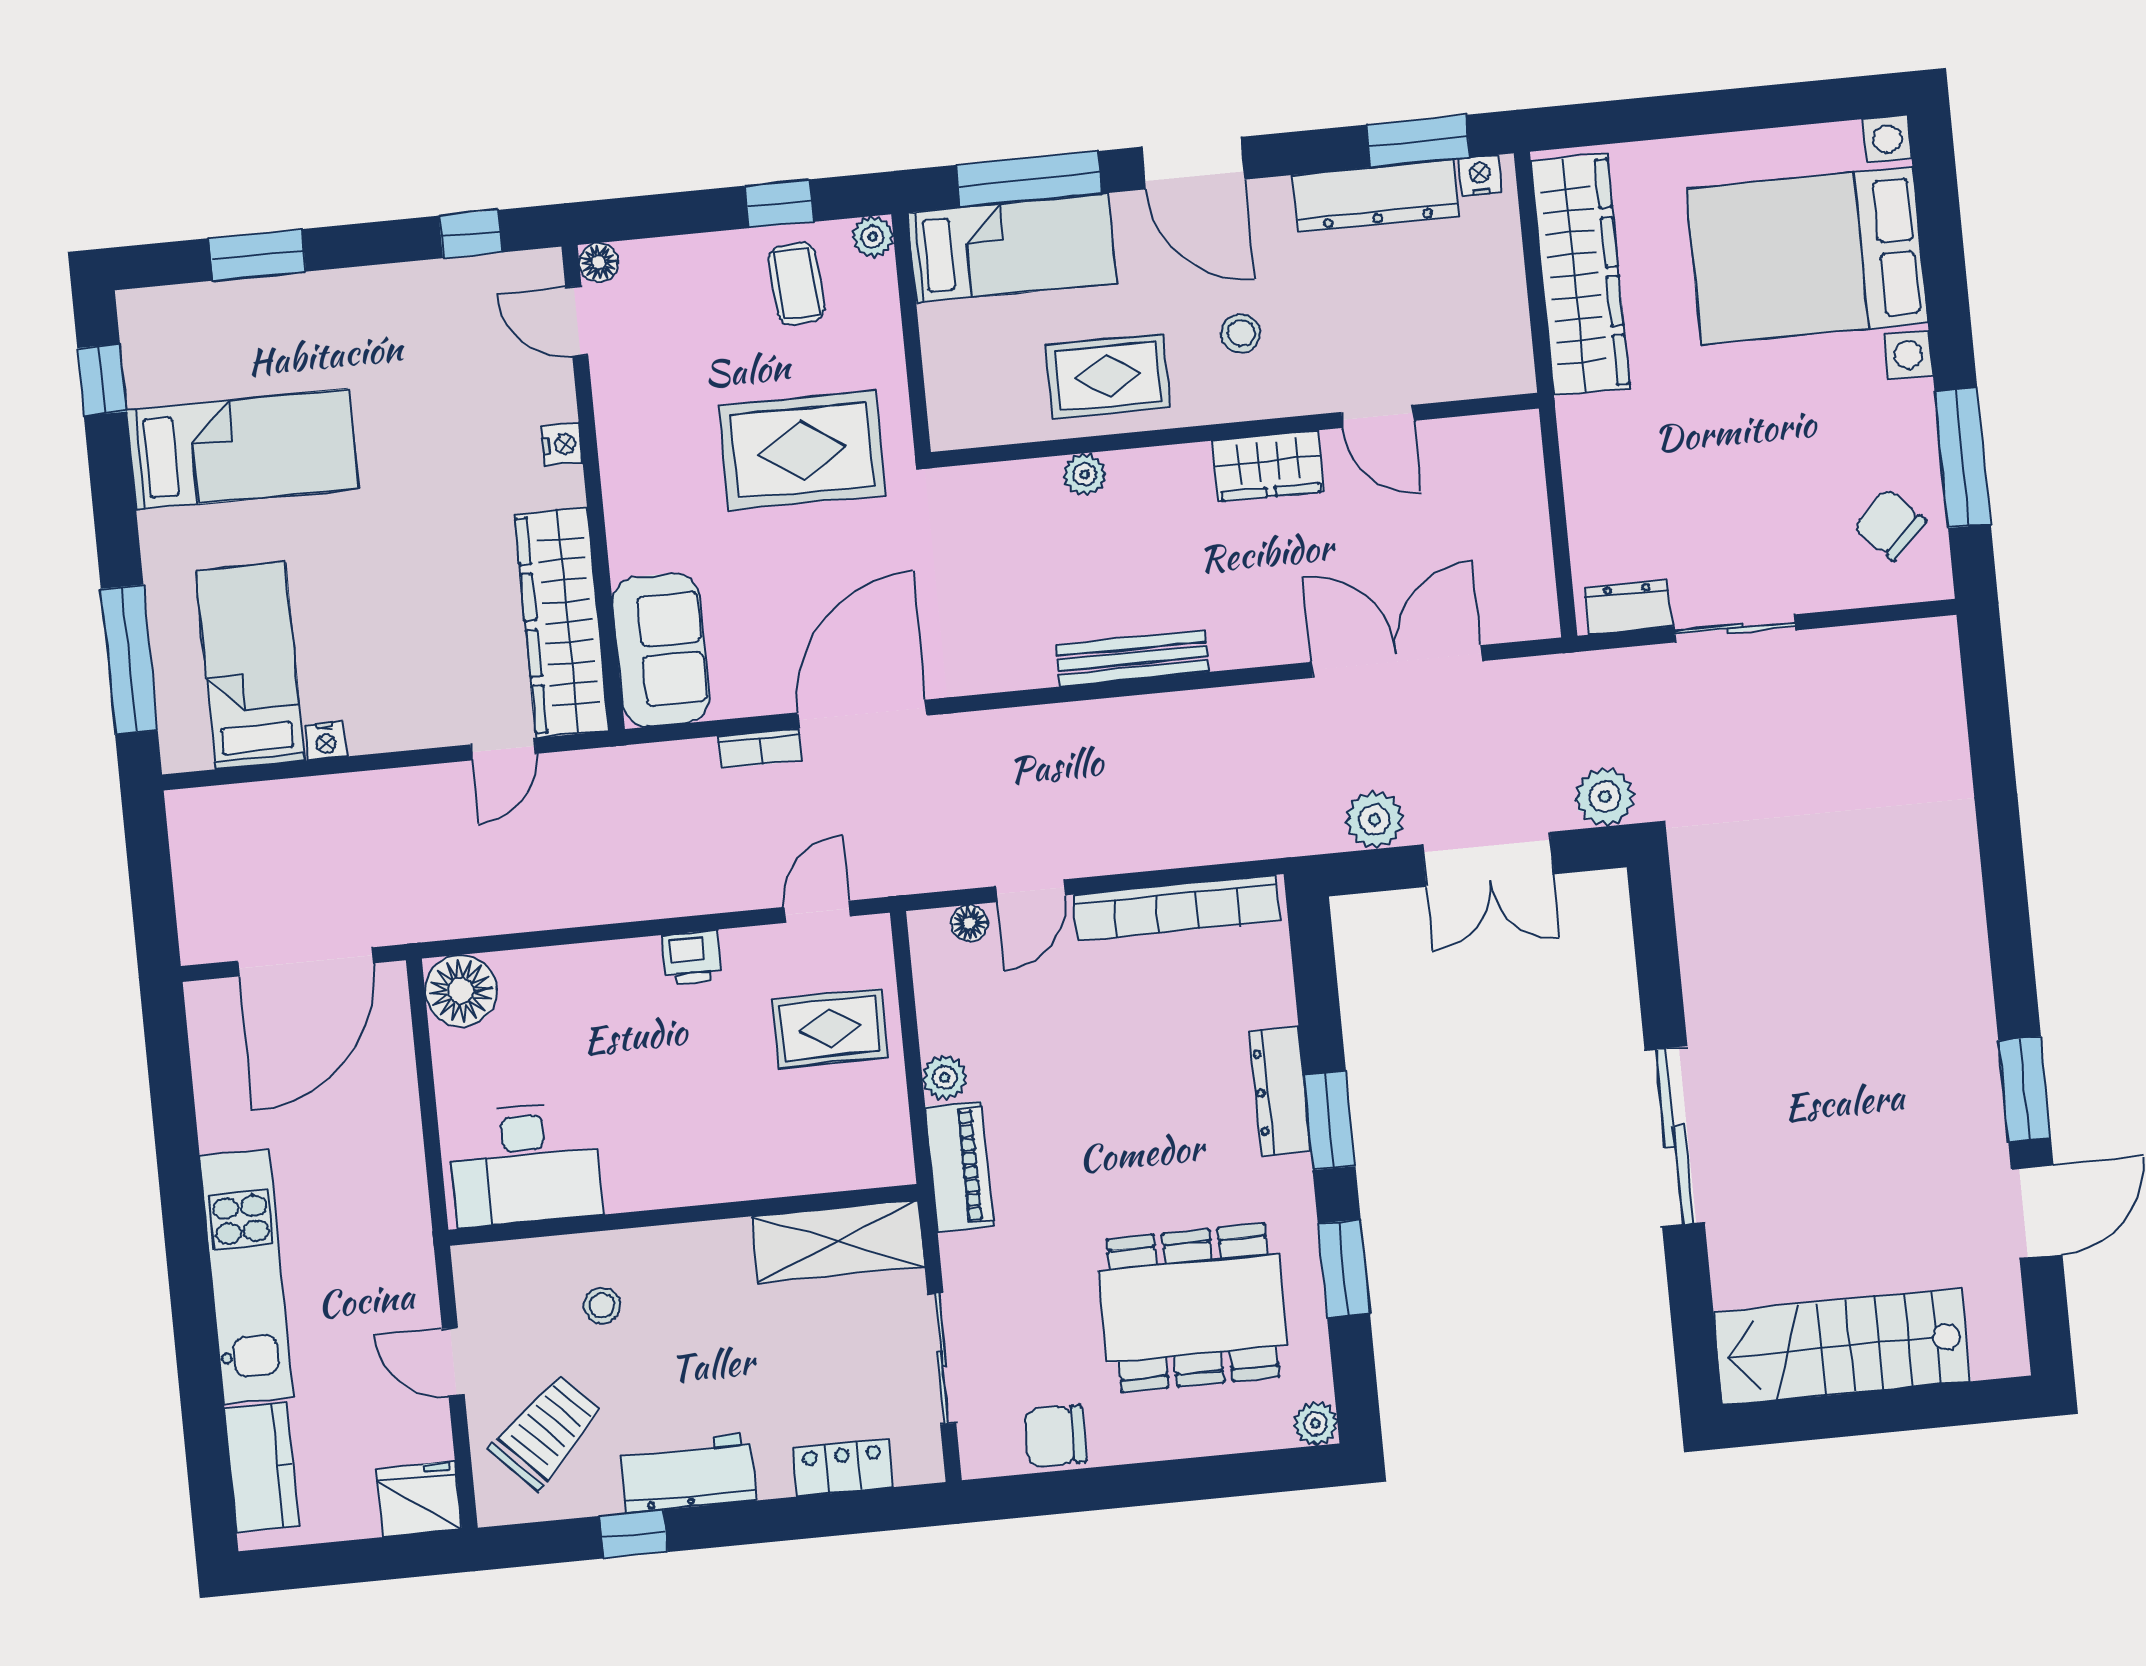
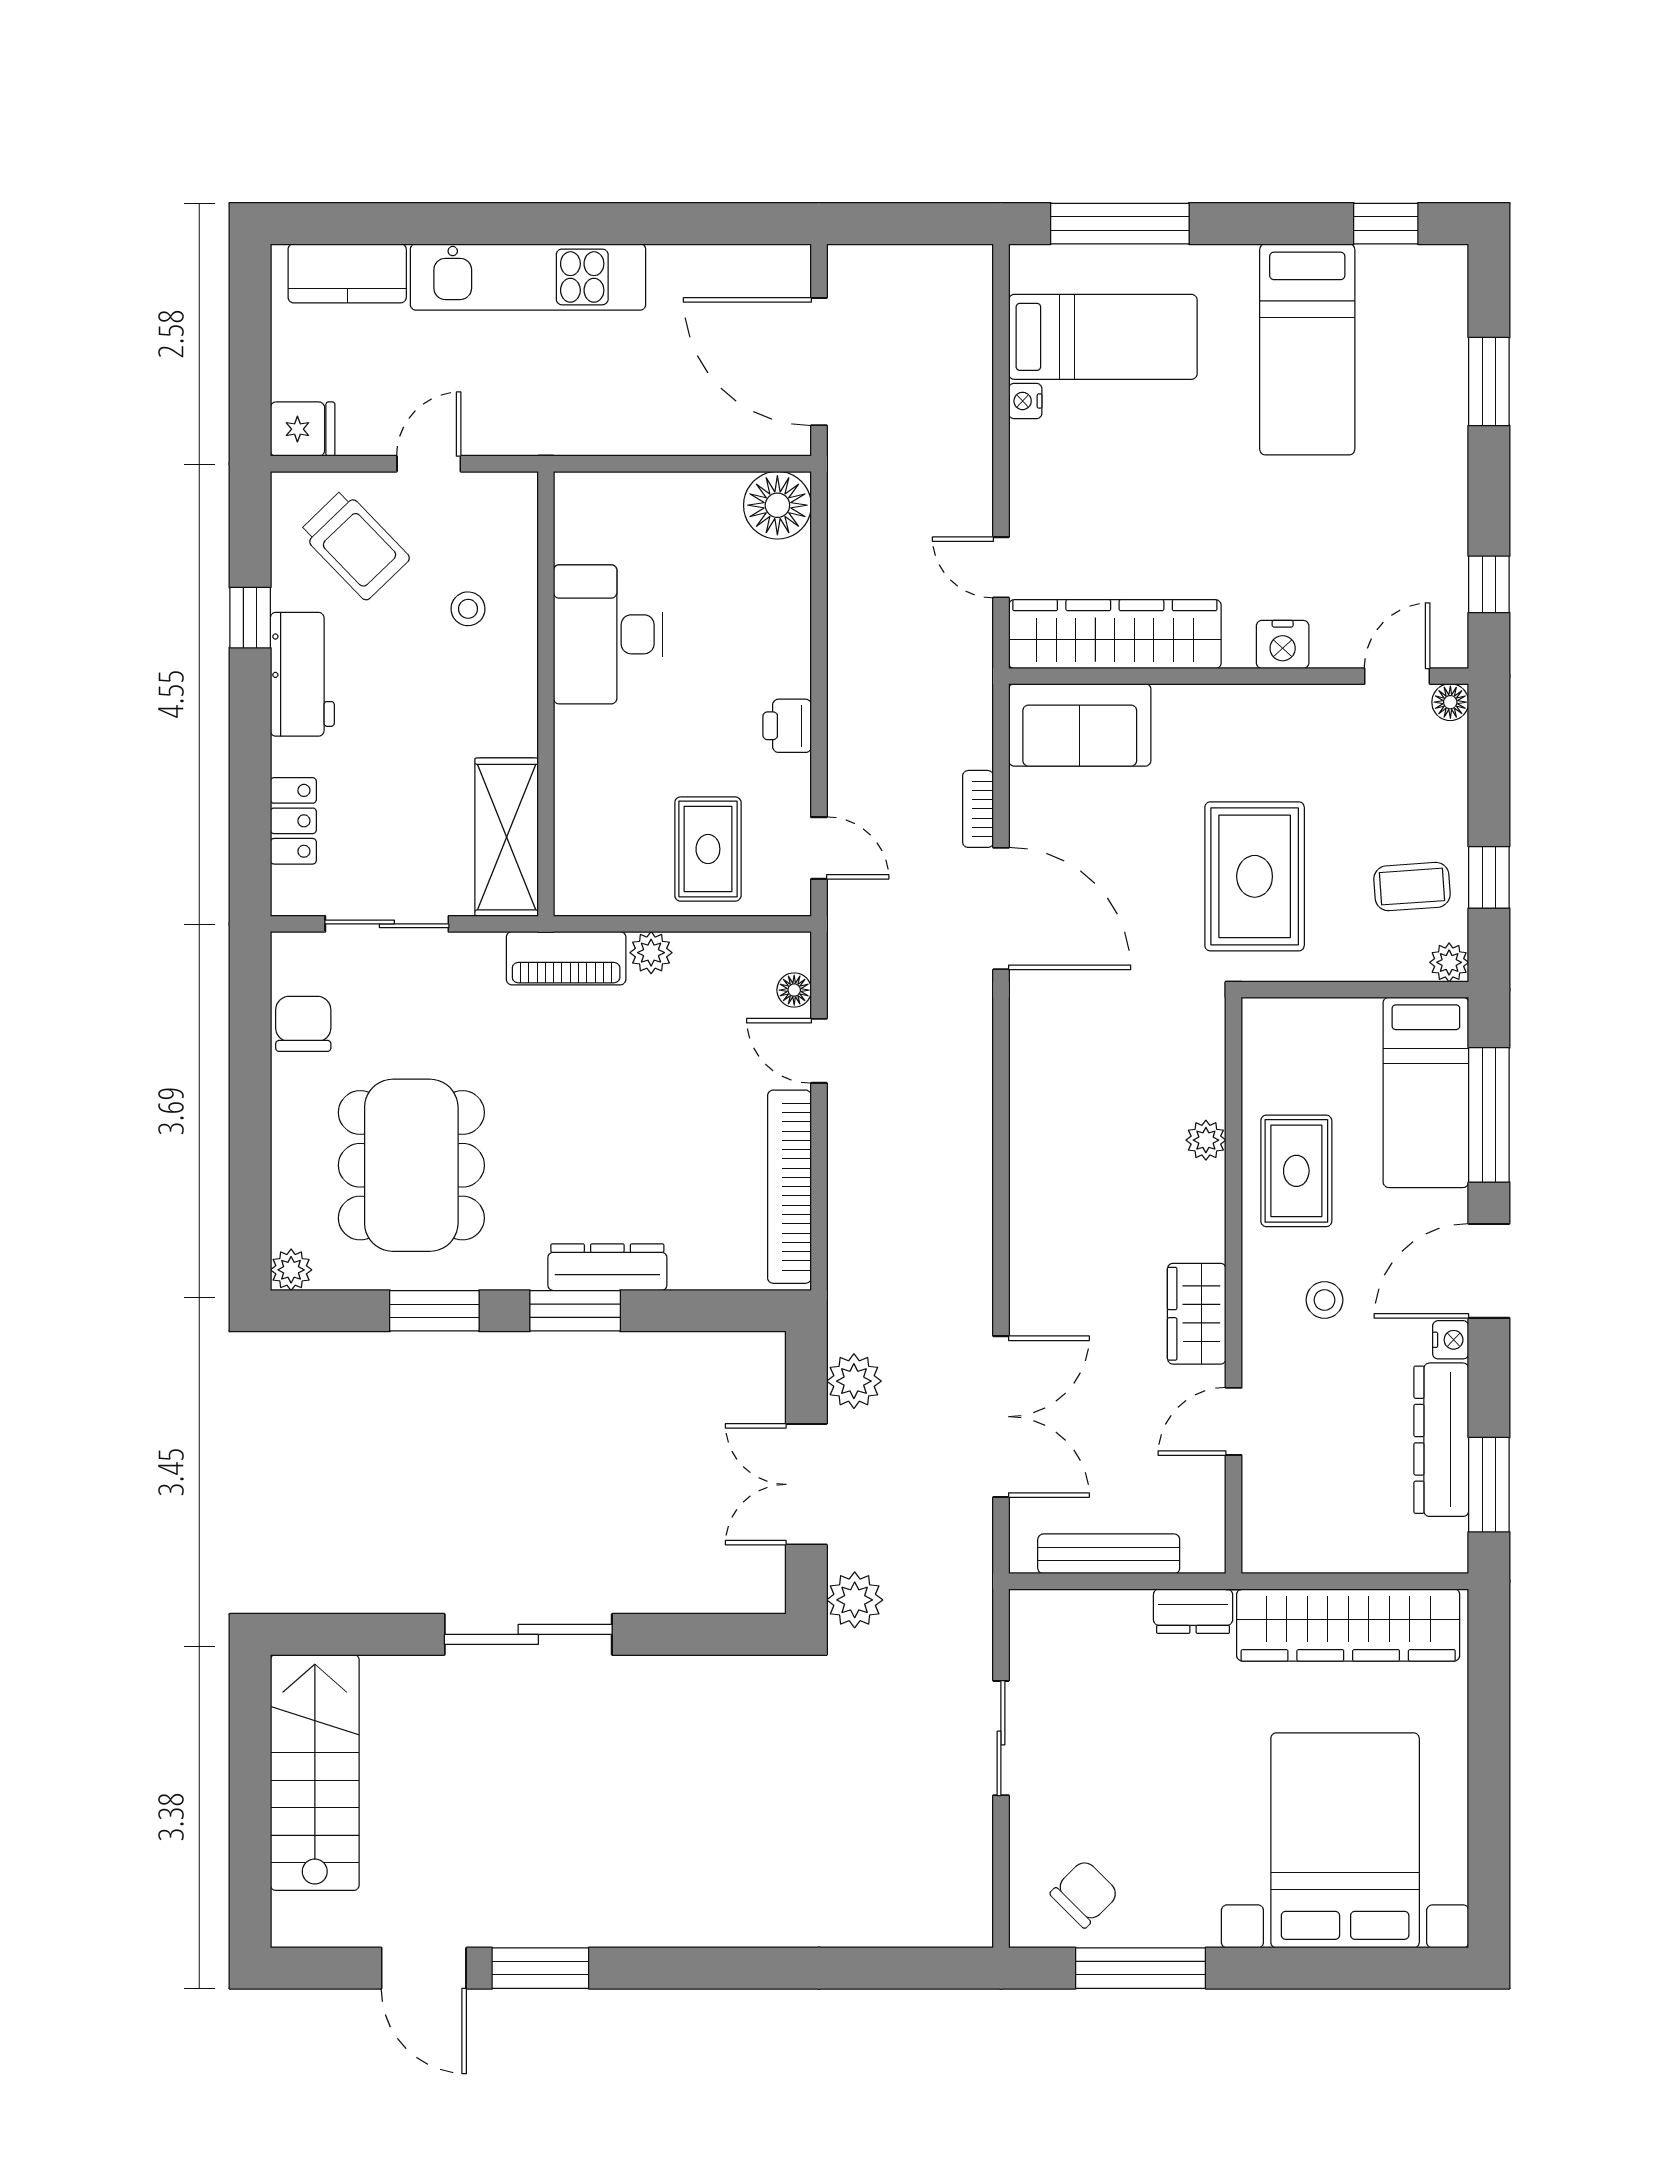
nightstand: (1480, 176) -> (1451, 1340), moved
nightstand: (562, 444) -> (1283, 644), width x1.39, depth x1.35
dresser: (1628, 607) -> (1193, 1611), moved, turned 90
bench: (1133, 658) -> (1109, 1554), moved, turned 90
desk: (525, 1164) -> (608, 634), moved
fridge: (419, 1499) -> (303, 429), width x0.72

